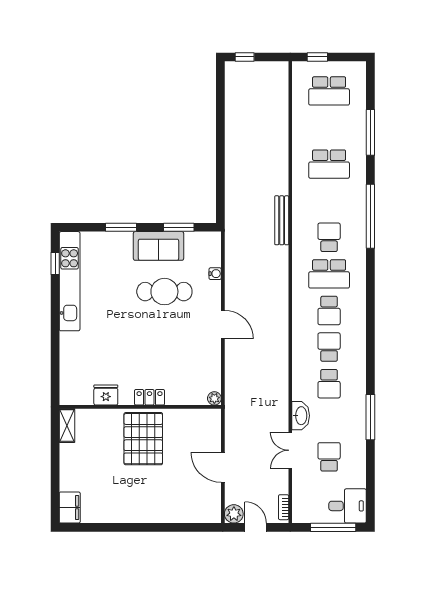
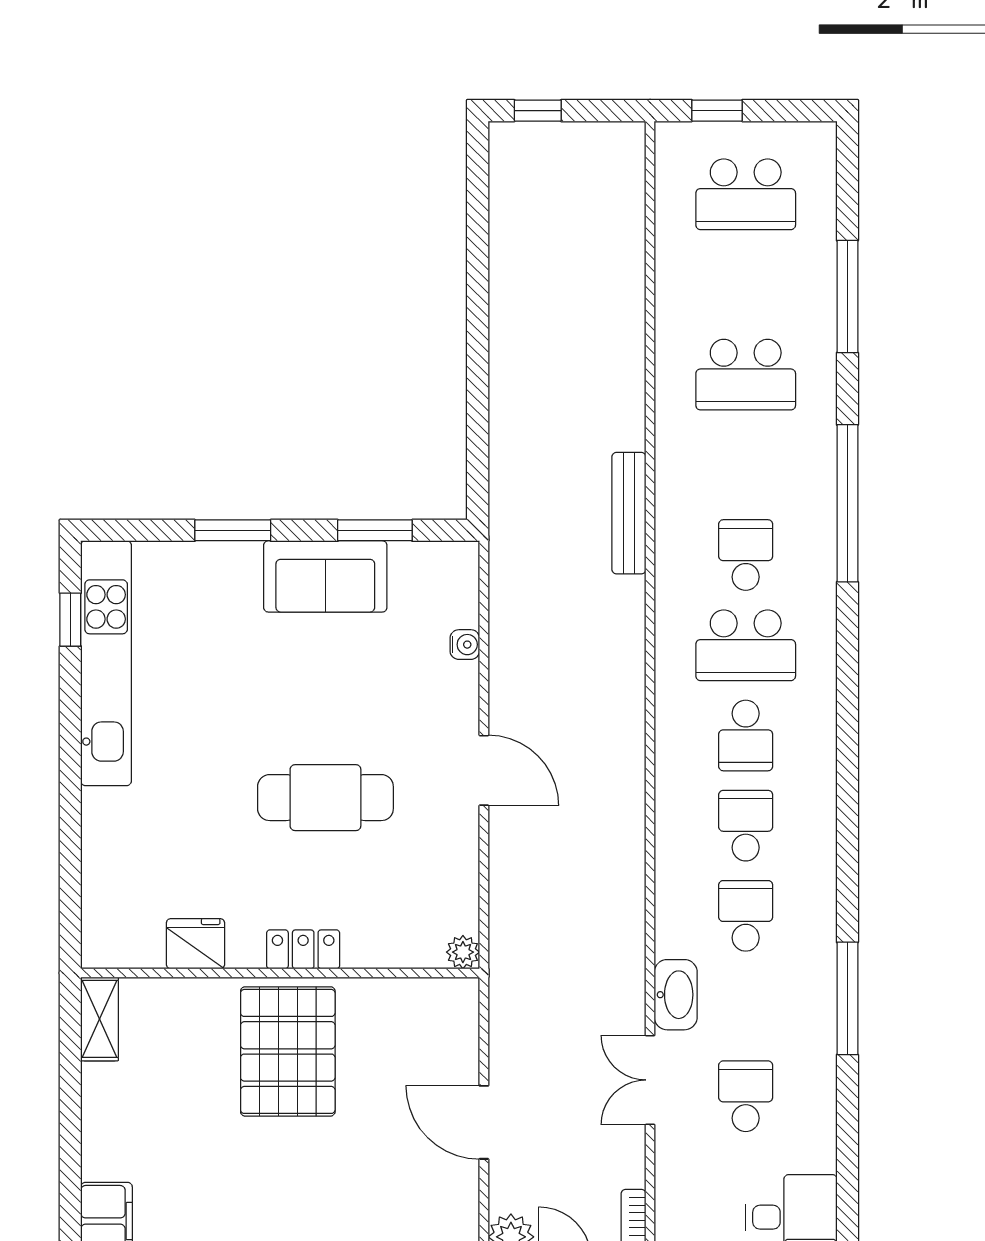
cafe table: (164, 292) -> (325, 798), moved
school desk: (329, 384) -> (746, 916), turned 180

